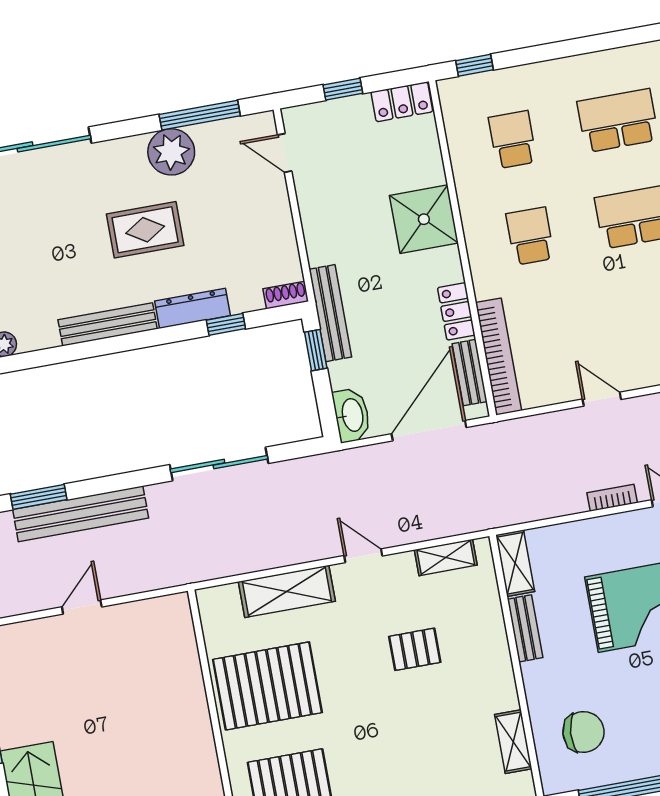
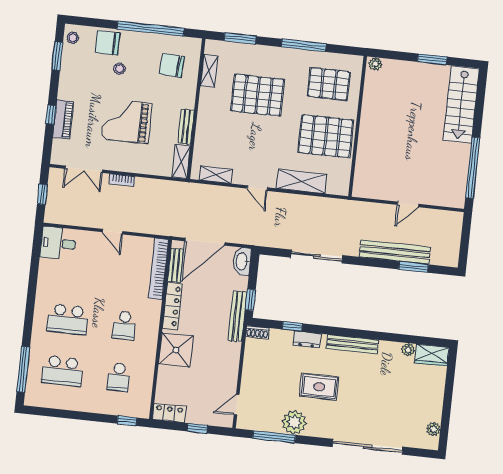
door: (285, 153) -> (237, 405), swing flipped
dresser: (193, 308) -> (307, 340), width x0.70
locker: (456, 311) -> (172, 306), width x1.53
pallet: (415, 649) -> (258, 95), moved, width x2.05, depth x2.00

